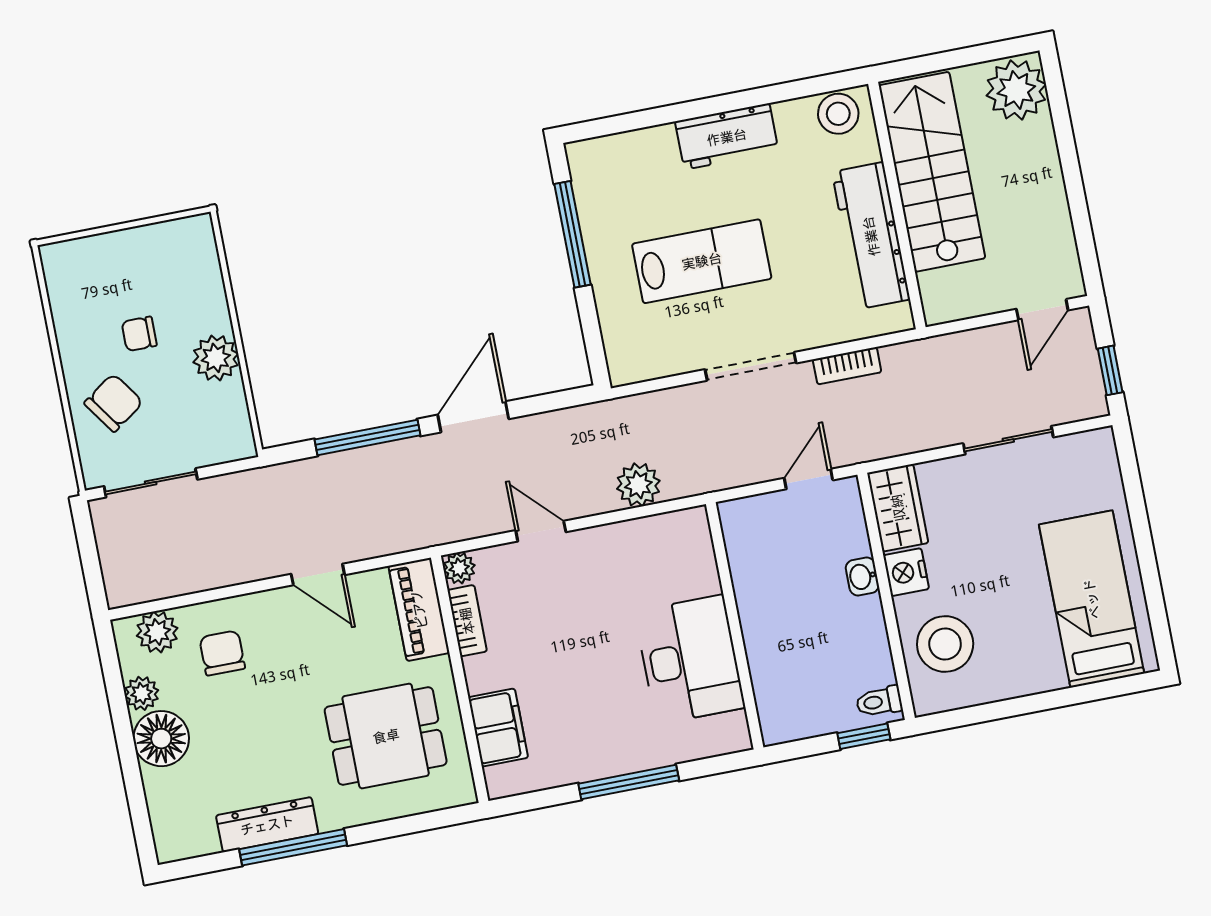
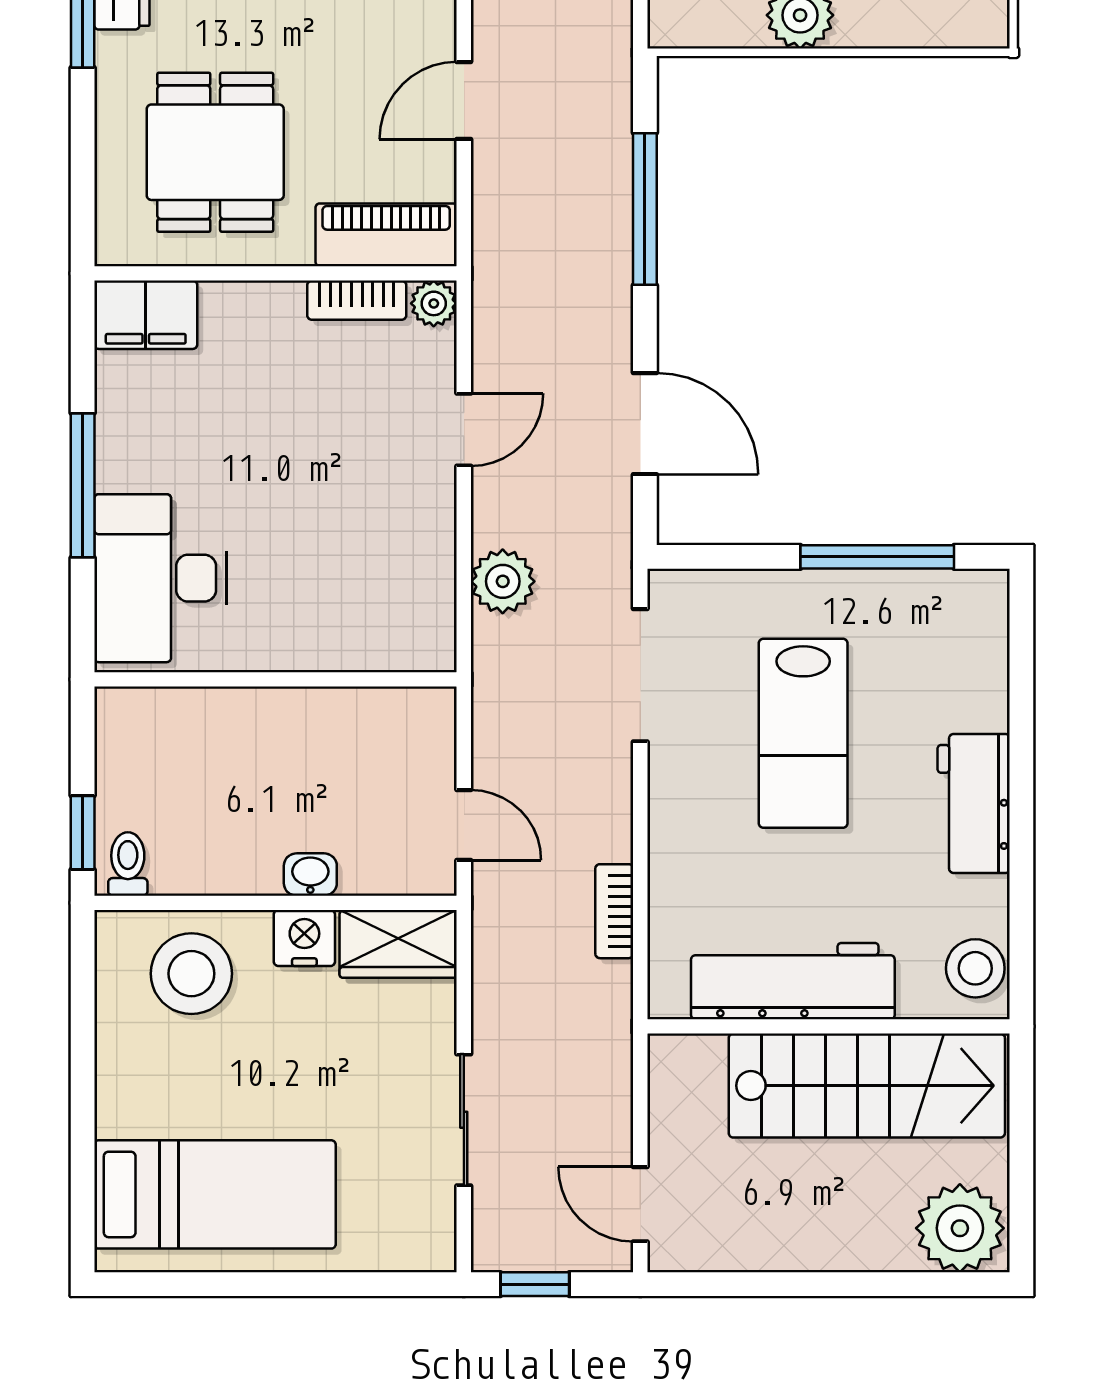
doorway: (751, 366) -> (640, 675), moved
door: (473, 417) -> (645, 424), moved
desk: (690, 660) -> (160, 578), moved, turned 90
filing cabinet: (498, 728) -> (146, 315), moved

